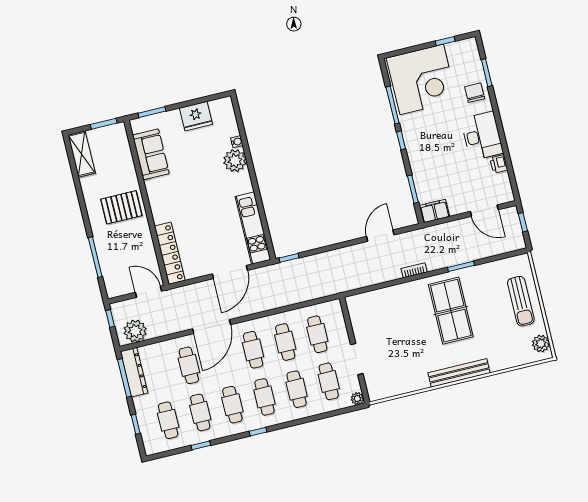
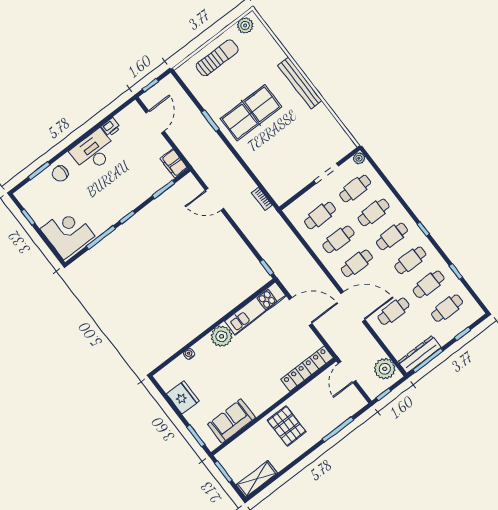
corner desk: (422, 79) -> (67, 233), width x0.74, depth x0.74
plant: (235, 161) -> (222, 336), moved
bookcase: (414, 270) -> (262, 199), moved

